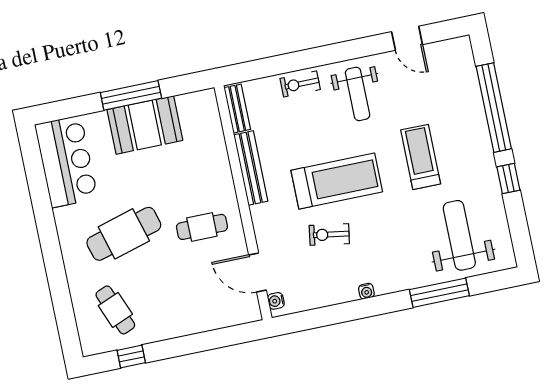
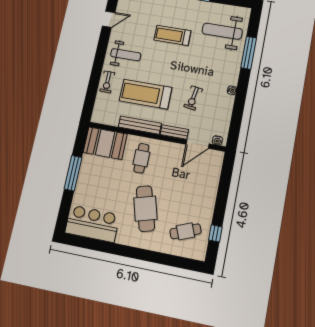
bench: (237, 109) -> (174, 132), moved
booth: (145, 125) -> (105, 143), moved, turned 90
treadmill: (337, 181) -> (146, 94), moved, turned -90
cafe table: (202, 227) -> (141, 158), moved

